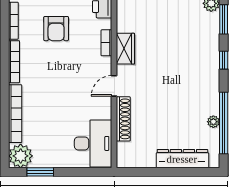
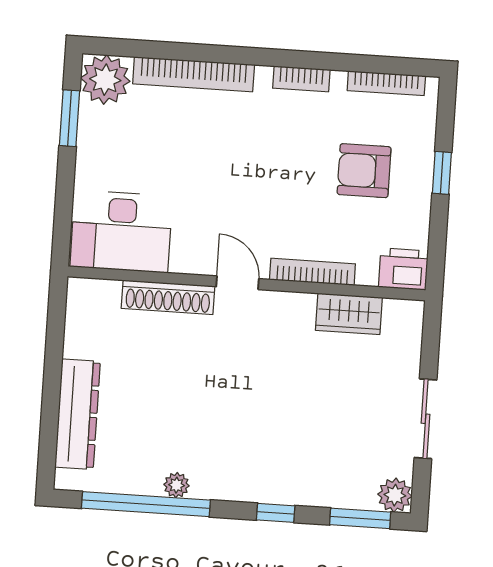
bookcase: (106, 43) -> (312, 272), width x1.56
wardrobe: (125, 49) -> (349, 314), moved
bookcase: (14, 62) -> (301, 79), width x0.64
plant: (213, 122) -> (176, 485), moved

